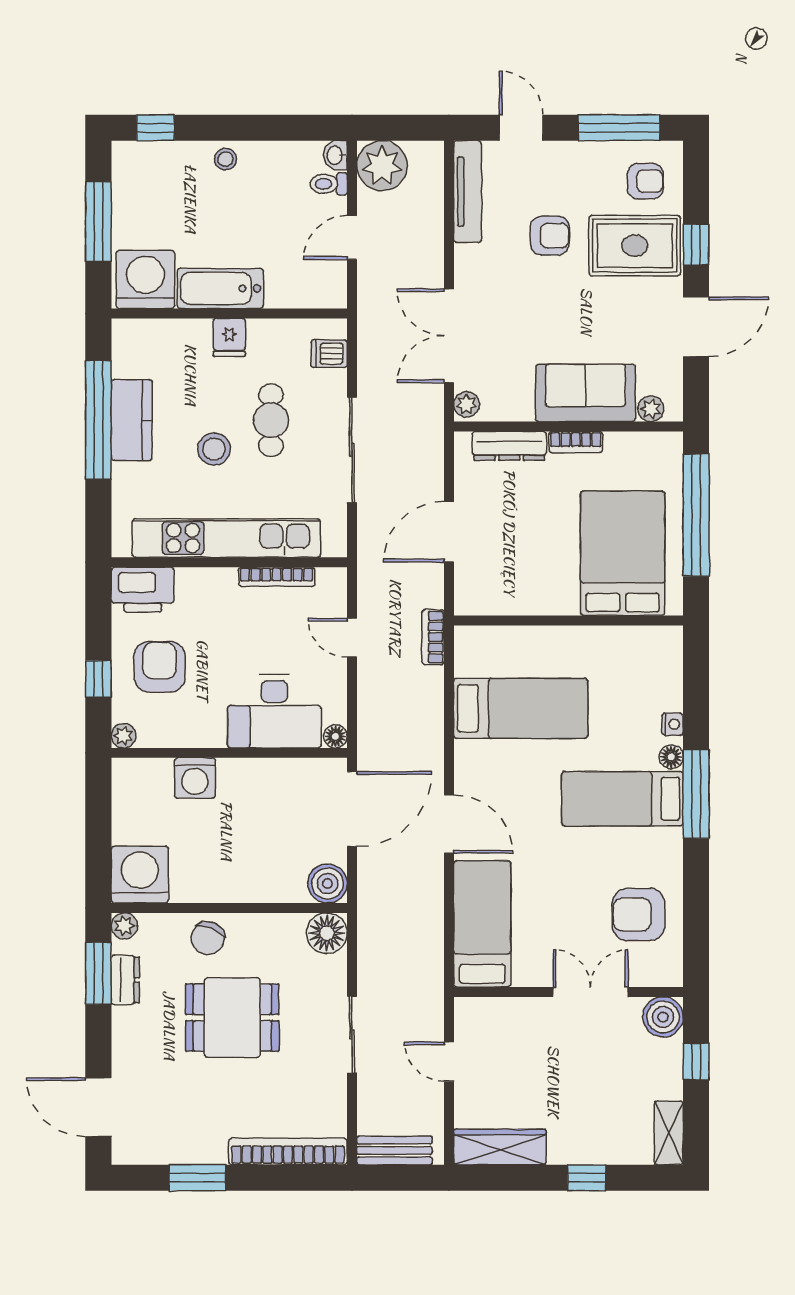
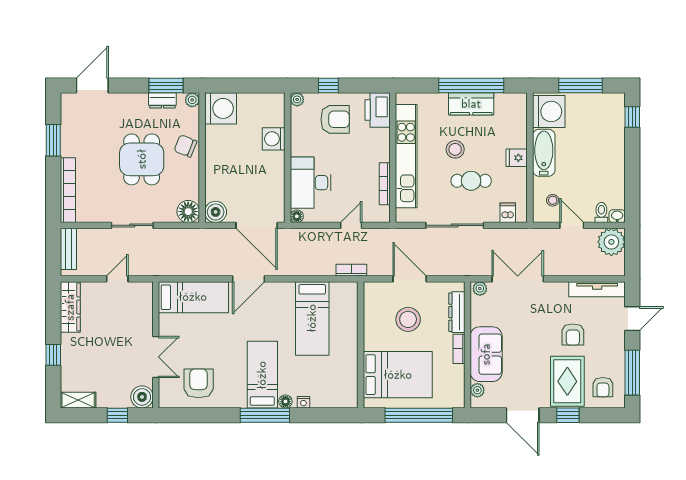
stool: (225, 159) -> (553, 200), moved
stool: (522, 534) -> (408, 319), added

